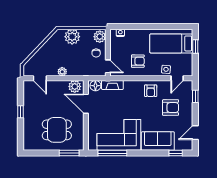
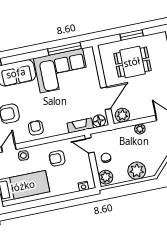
door: (86, 104) -> (106, 98), hinge flipped
window: (69, 153) -> (132, 35), moved

